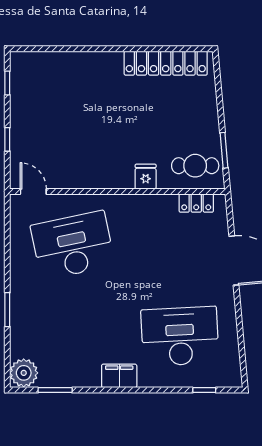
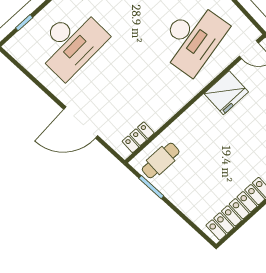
fridge: (146, 177) -> (226, 93), moved, width x1.88, depth x1.34

